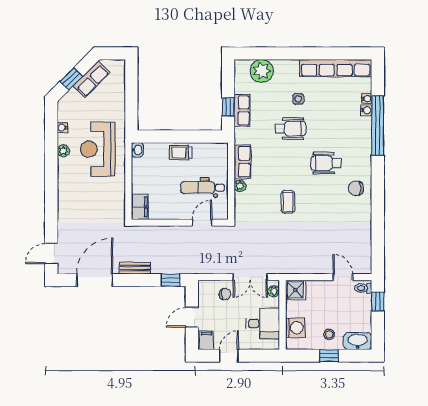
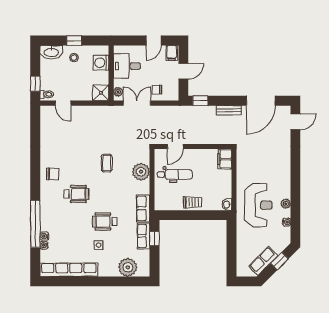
row of seats: (242, 162) -> (143, 208), moved
plant: (240, 186) -> (141, 172), width x1.88, depth x1.88

